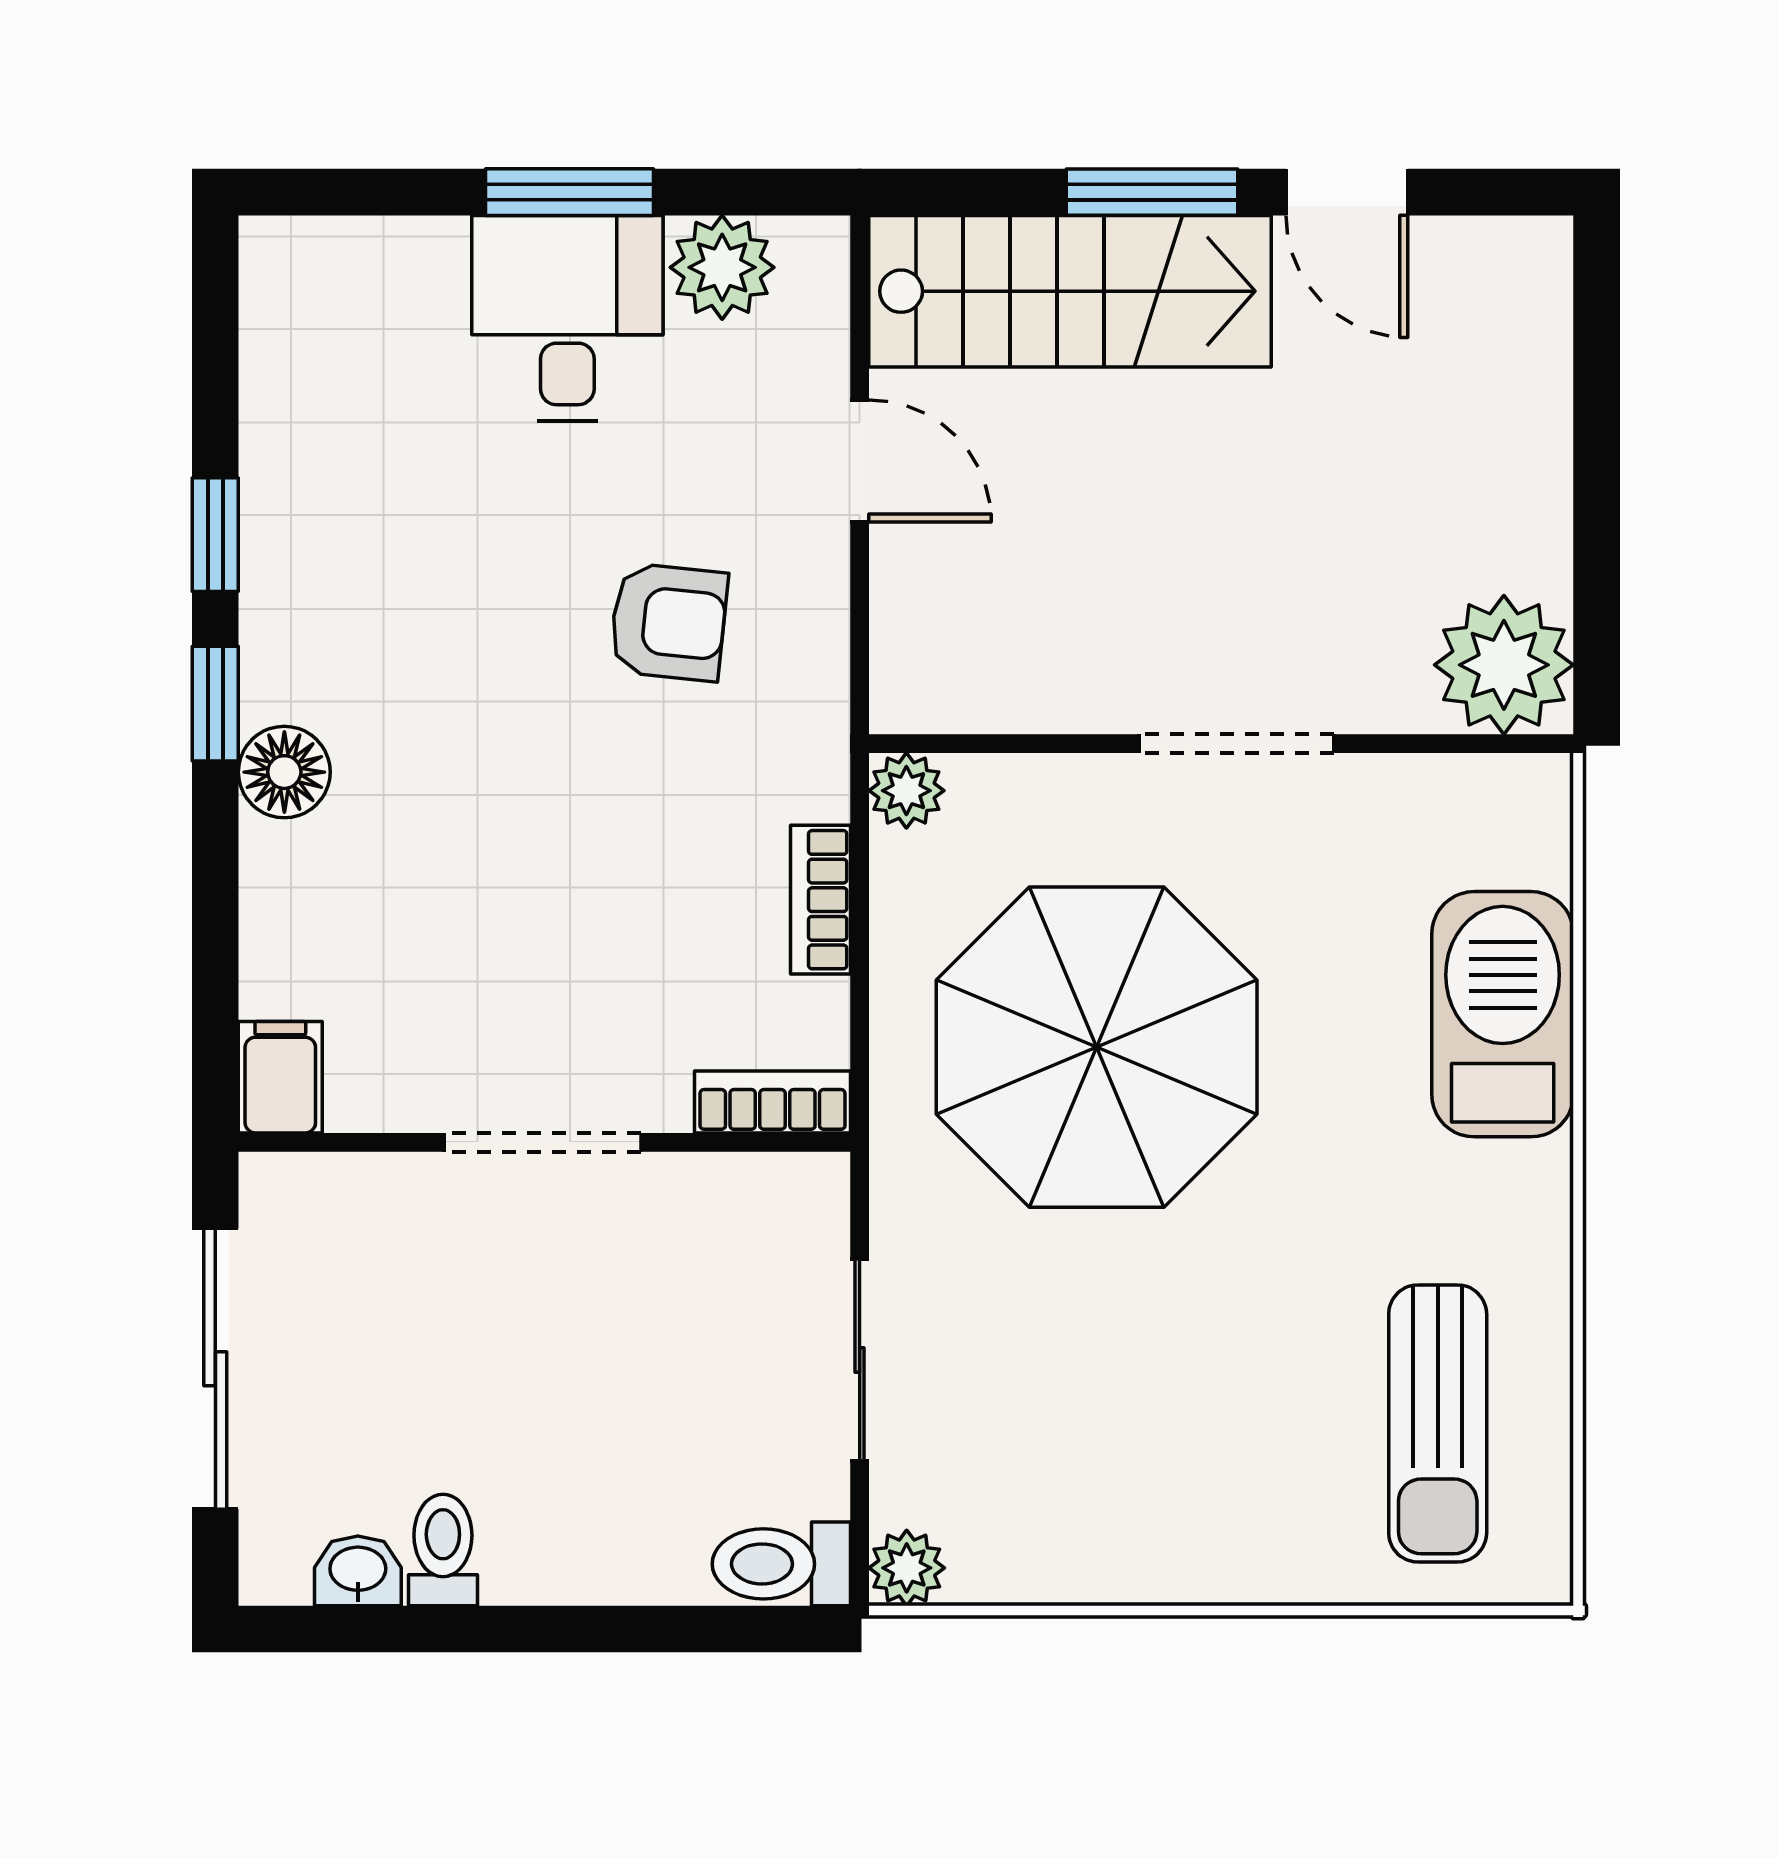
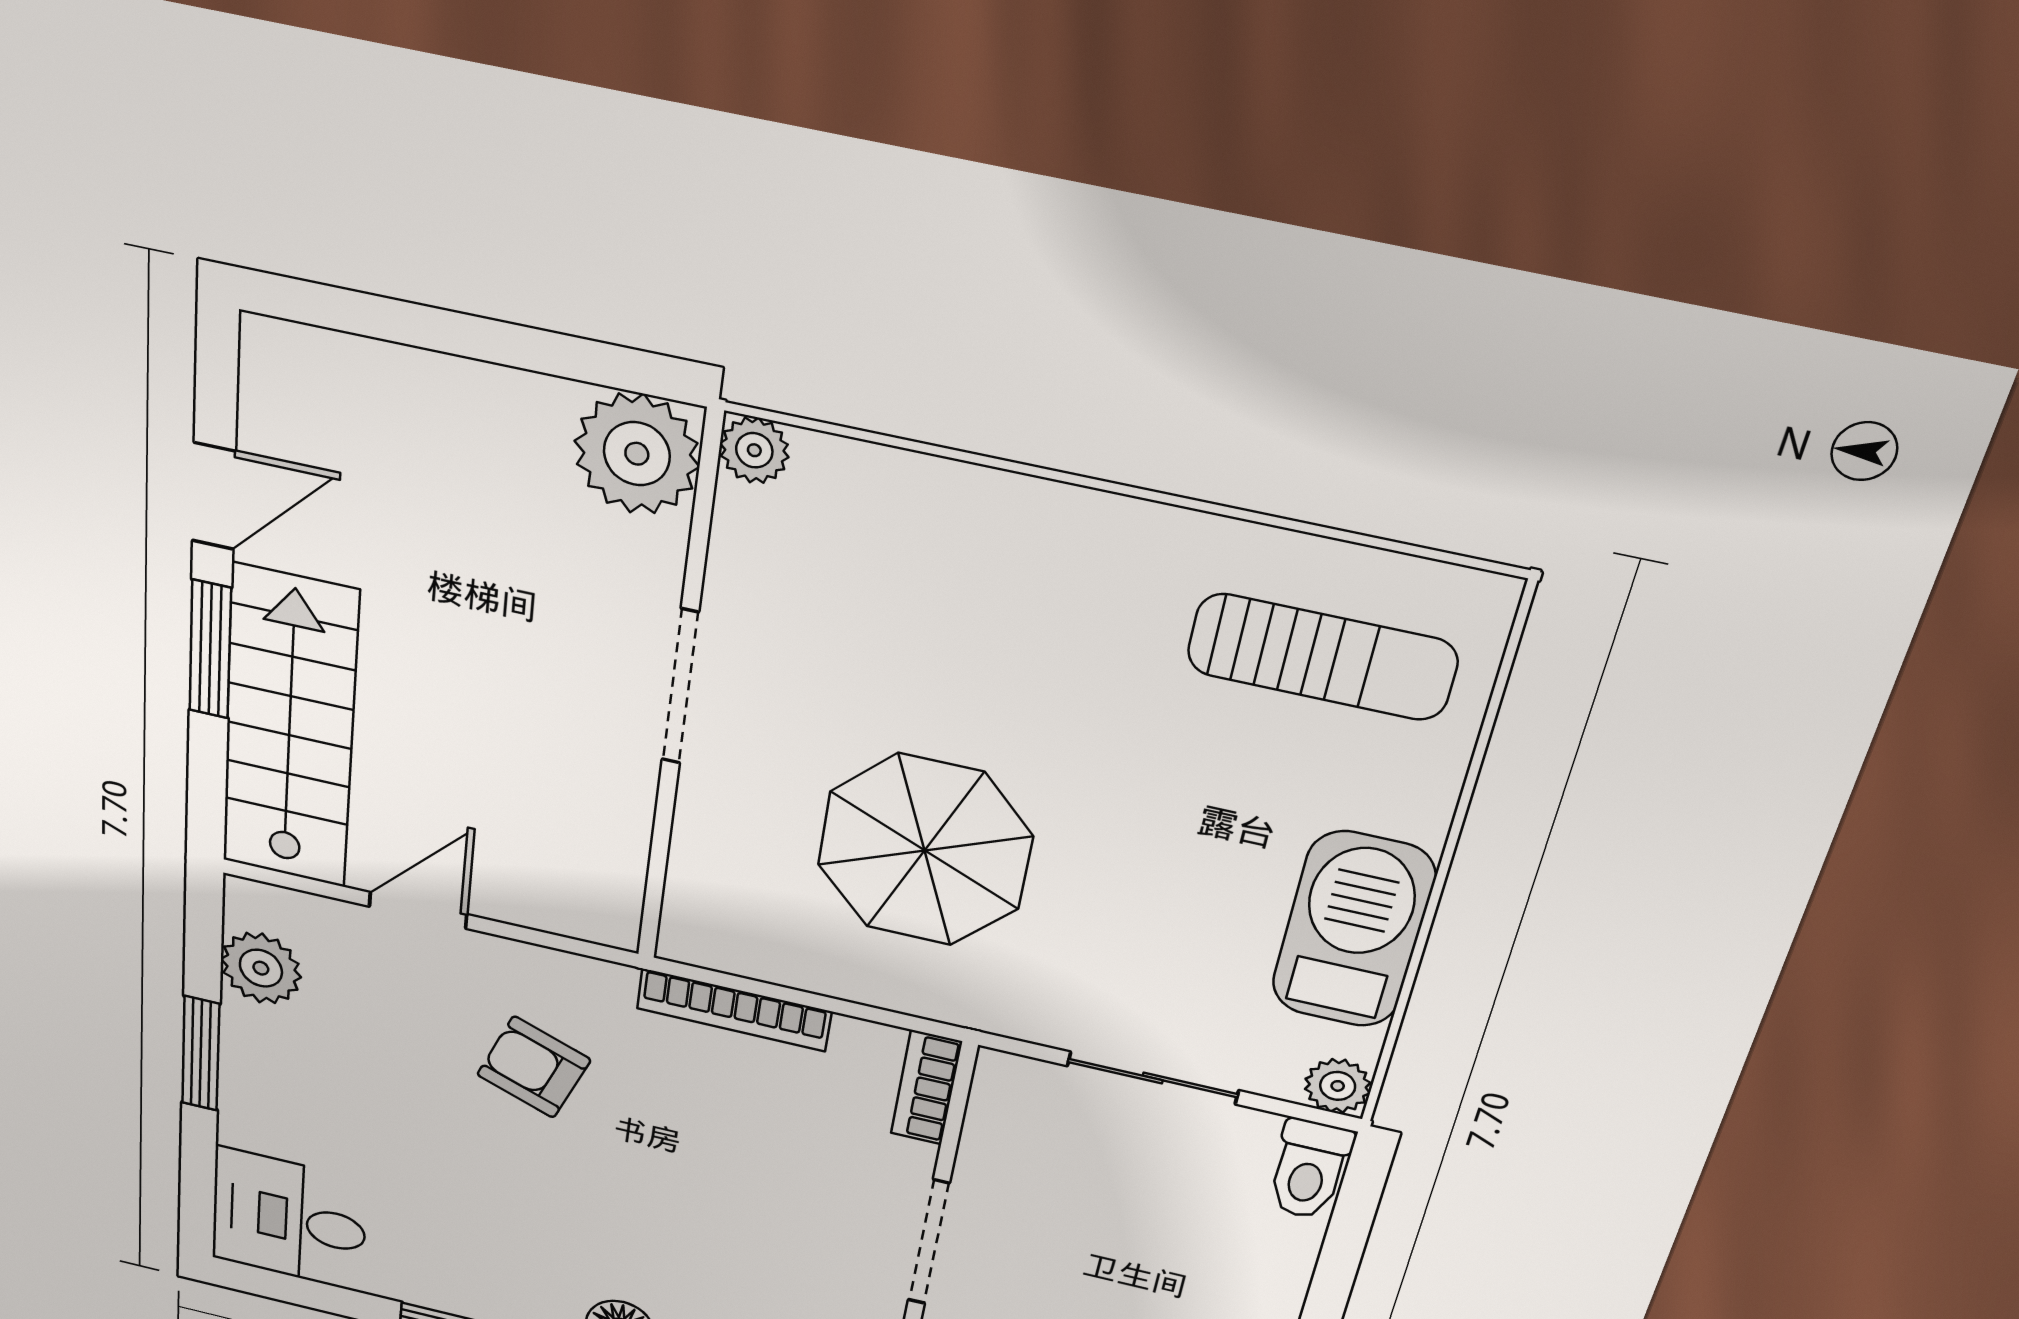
desk: (567, 318) -> (289, 1219), moved
armchair: (668, 622) -> (534, 1067), turned -75
plant: (906, 791) -> (754, 450), moved
bookcase: (821, 900) -> (734, 1010), width x1.56
barbecue: (1503, 1014) -> (1353, 930), moved, turned 90
parasol: (1097, 1047) -> (925, 850), width x0.73, depth x0.73

